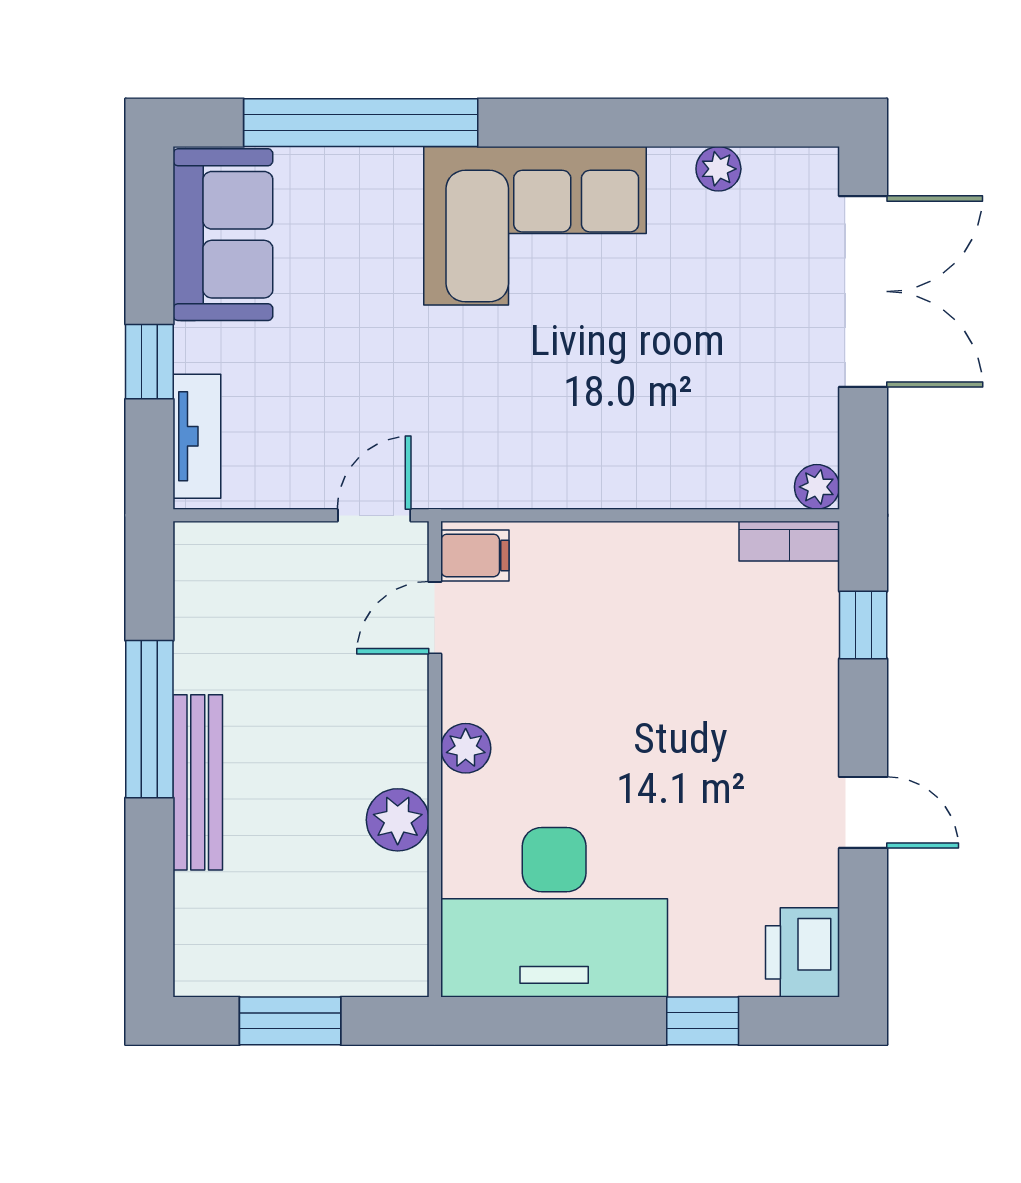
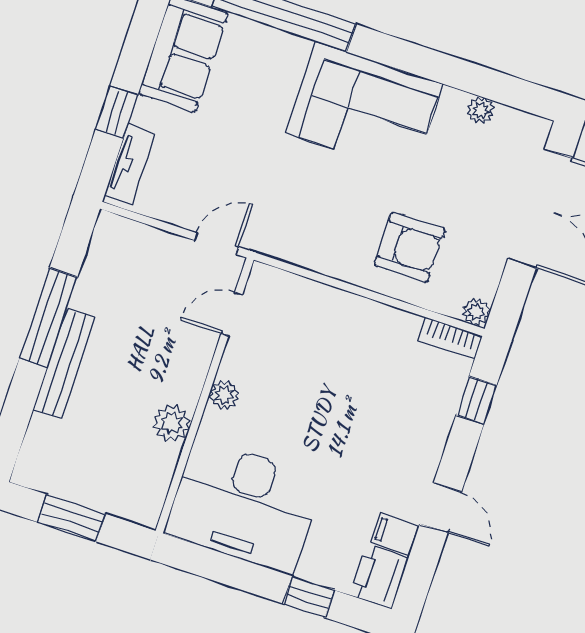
armchair: (678, 420) -> (409, 247), added
filing cabinet: (475, 555) -> (395, 534), moved, turned 180

